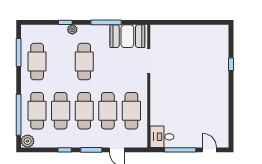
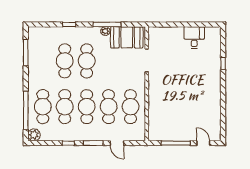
plant: (72, 29) -> (105, 31), moved
cafe table: (37, 62) -> (65, 61), moved
desk: (162, 137) -> (194, 37), moved, turned 90

